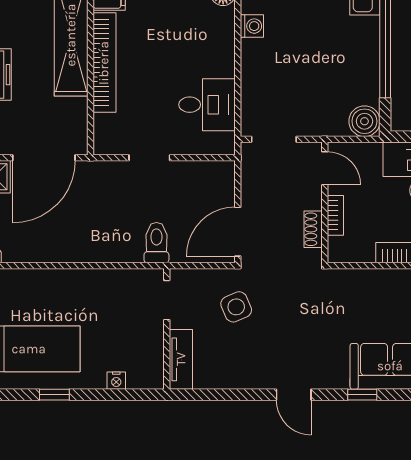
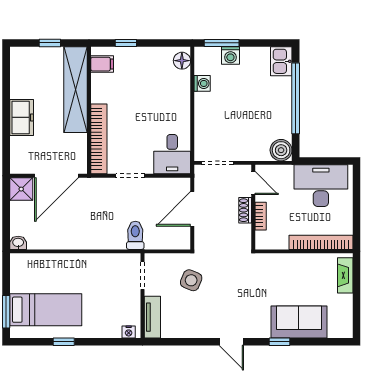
bookcase: (104, 63) -> (99, 139), moved
desk: (207, 105) -> (172, 154), moved, turned 90
shoe rack: (313, 229) -> (245, 210), moved
door: (238, 232) -> (192, 209), moved
side table: (236, 307) -> (191, 280), turned 45
nightstand: (116, 381) -> (129, 332), moved

